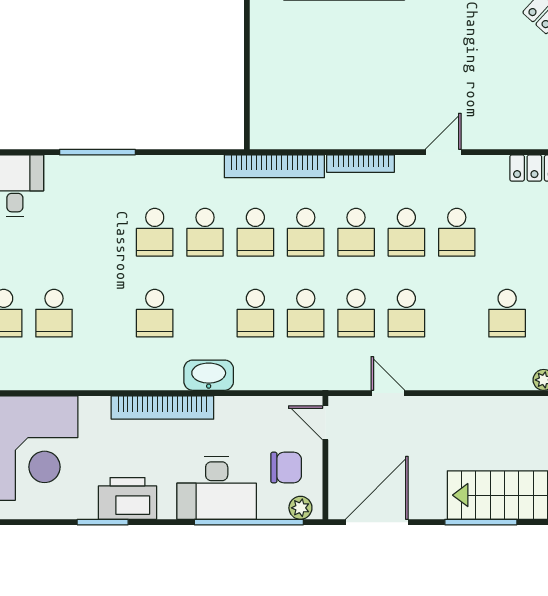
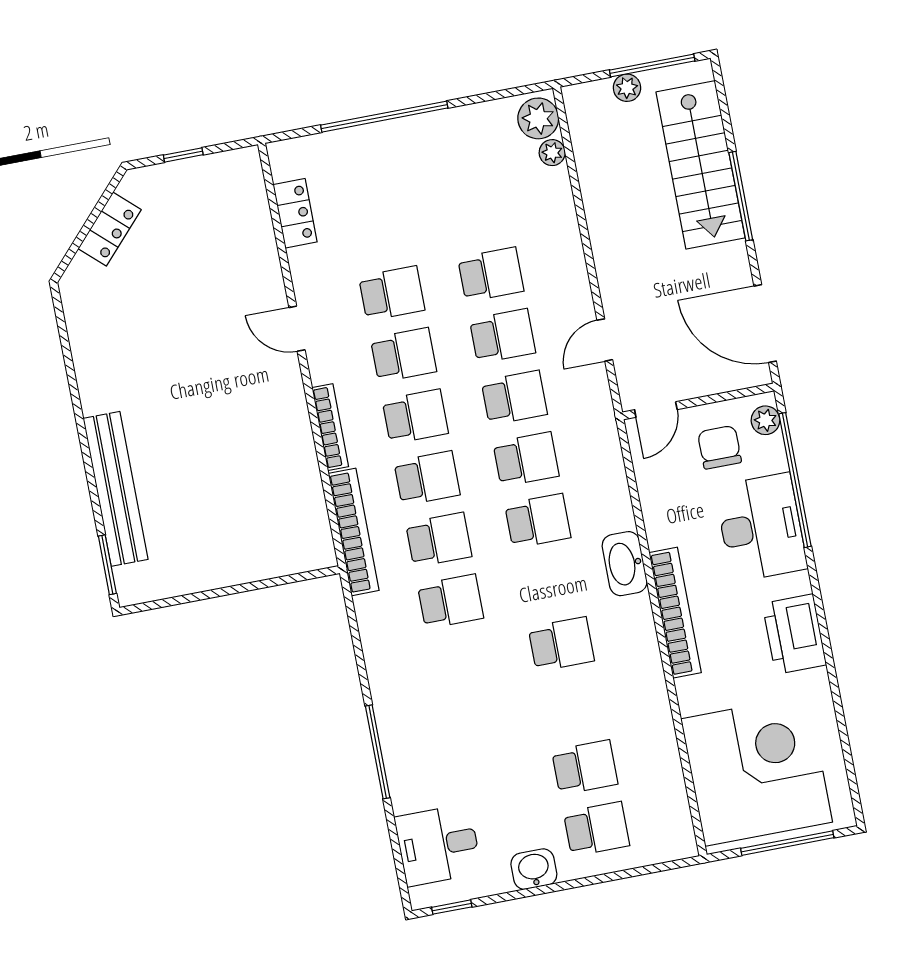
school desk: (155, 232) -> (462, 663), removed
school desk: (507, 313) -> (491, 274), moved
window: (103, 522) -> (829, 659), removed

